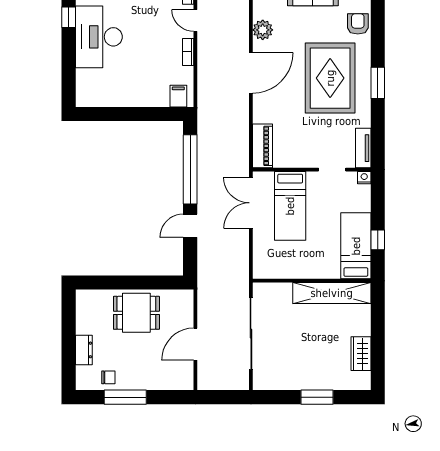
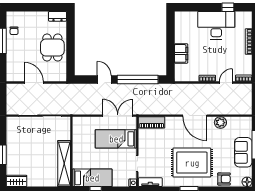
filing cabinet: (178, 96) -> (181, 53), moved, width x2.00
dresser: (84, 350) -> (57, 16), moved
wardrobe: (361, 354) -> (17, 181), moved

